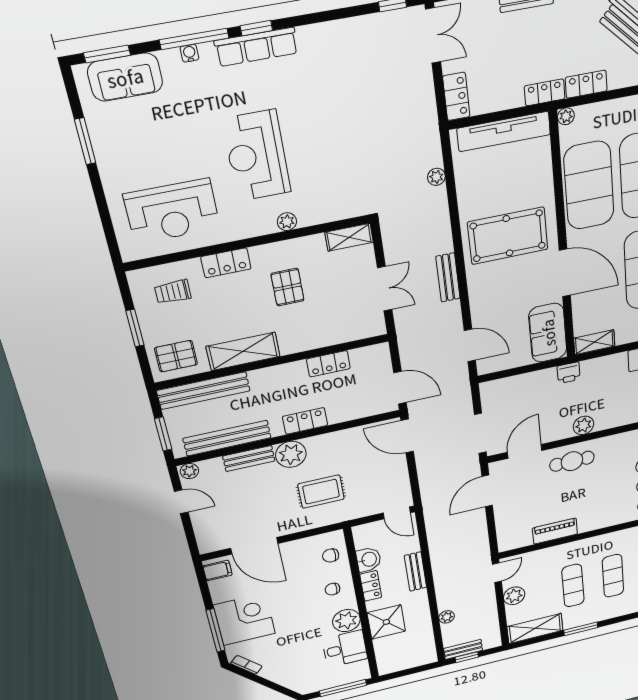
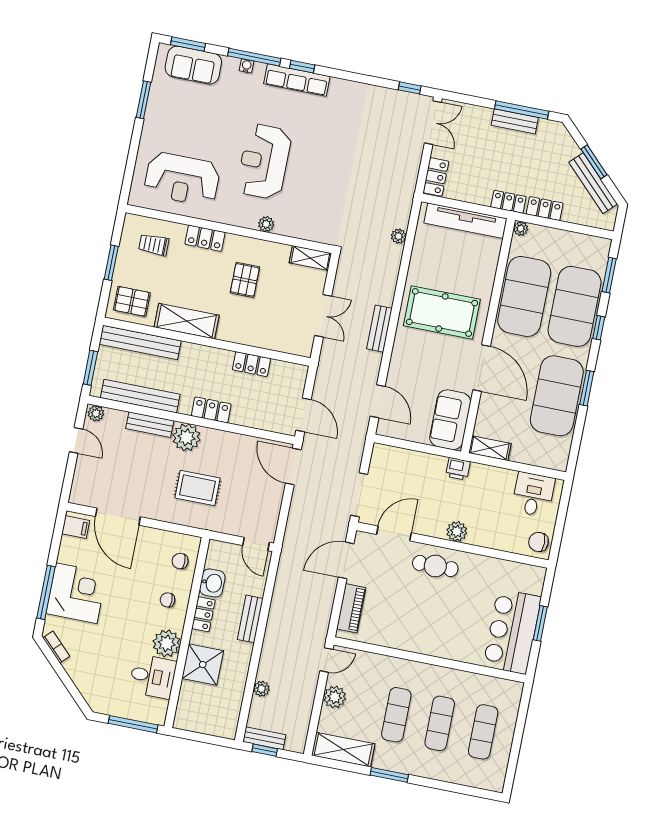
piano: (555, 531) -> (351, 608), moved, turned 90

